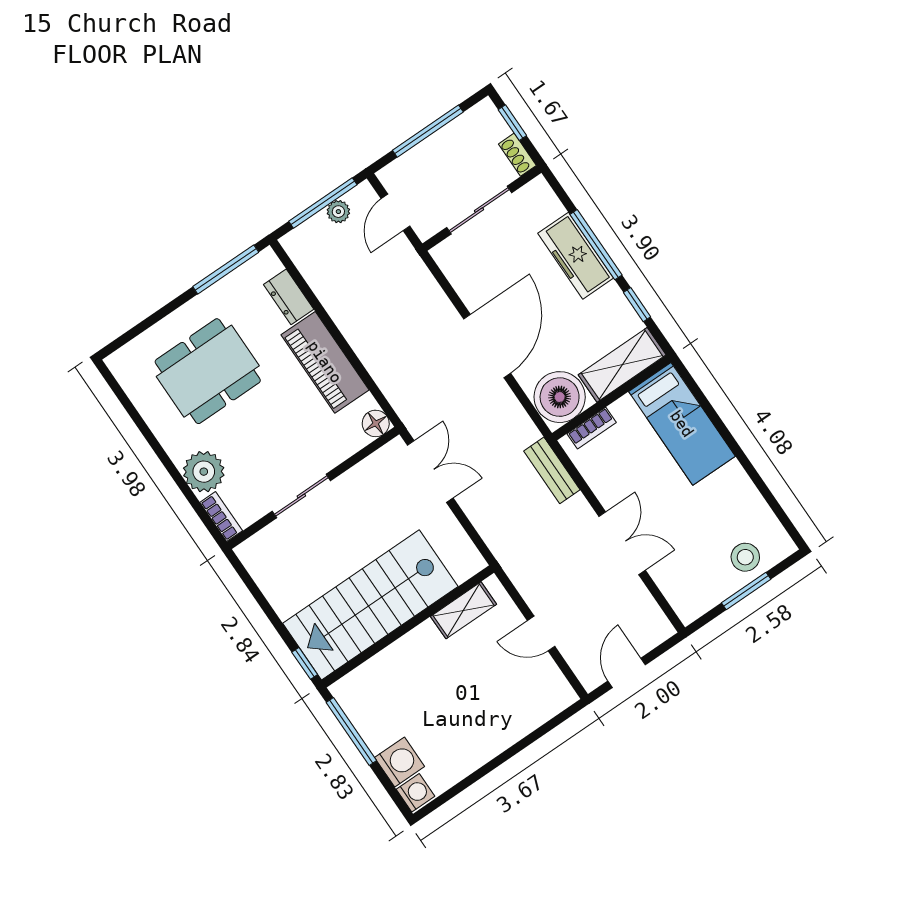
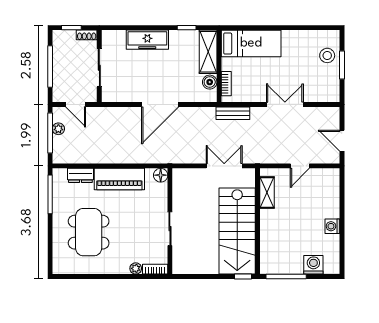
window: (596, 245) -> (149, 28), removed
door: (487, 346) -> (160, 104), swing flipped
boiler: (560, 397) -> (210, 82), width x0.54, depth x0.54
plant: (204, 472) -> (136, 268), width x0.53, depth x0.53
double door: (430, 472) -> (224, 166), moved
washing machine: (416, 793) -> (332, 226), moved, turned -90

